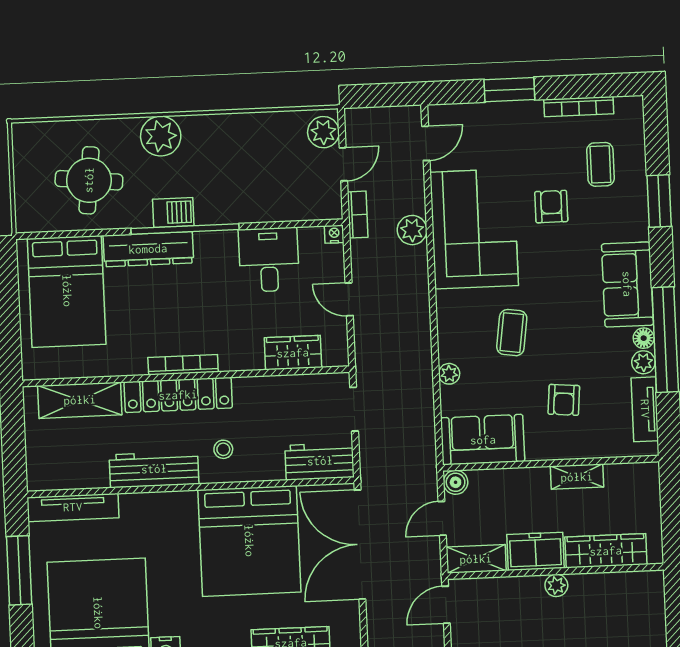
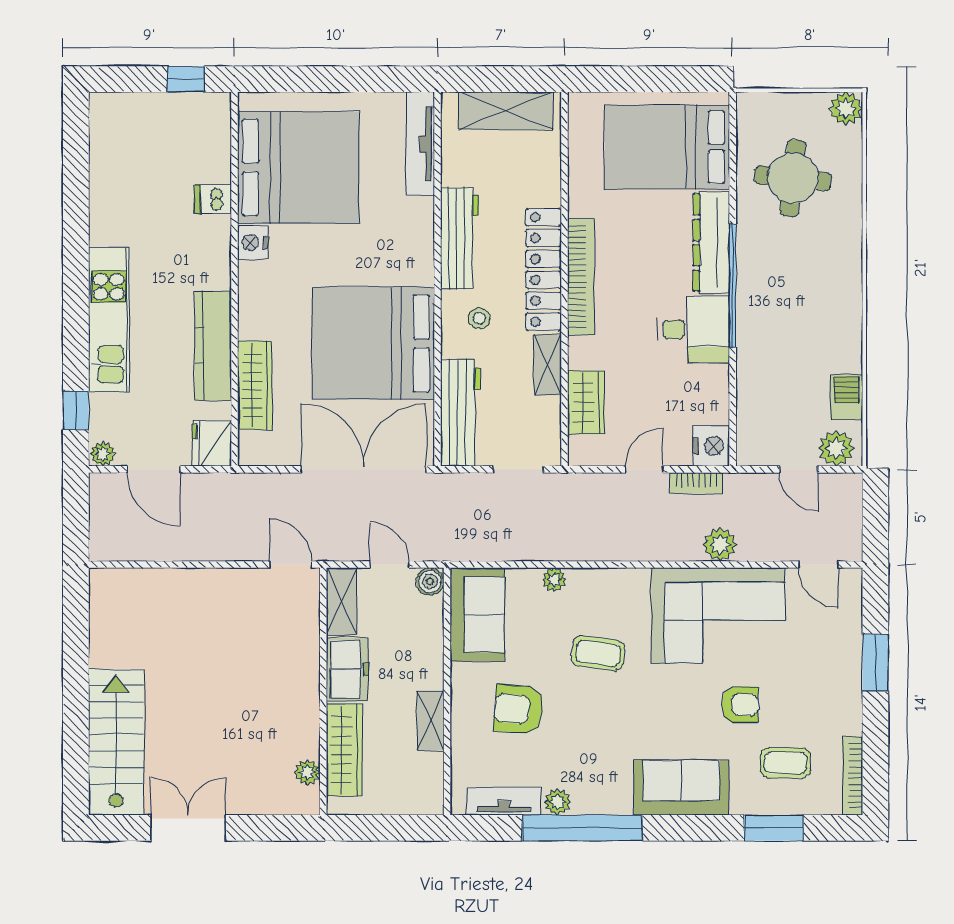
bookcase: (579, 107) -> (853, 776), moved
plant: (161, 136) -> (846, 109), moved, width x0.73, depth x0.73
window: (659, 201) -> (774, 828), moved
barbecue: (173, 212) -> (847, 397), moved, turned 180
bookcase: (358, 215) -> (696, 483), moved
nightstand: (334, 234) -> (711, 446), width x1.89, depth x1.79
desk: (269, 260) -> (693, 330), moved
sofa: (627, 284) -> (681, 788), moved
floor lamp: (644, 338) -> (585, 803), removed
bookcase: (183, 365) -> (581, 276), width x1.48, depth x1.31
shelving: (262, 388) -> (548, 365), added
shelving: (80, 400) -> (506, 111), moved, turned 90
armchair: (564, 400) -> (519, 709), width x1.38, depth x1.38
workbench: (320, 461) -> (461, 413), width x1.37
window: (19, 570) -> (351, 79), removed
plant: (556, 585) -> (307, 772), moved

